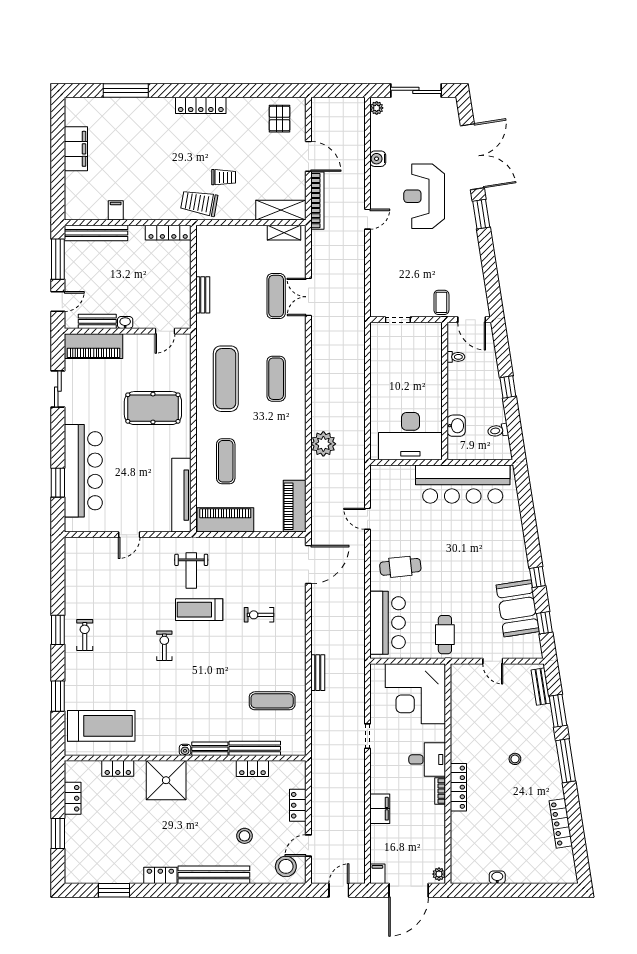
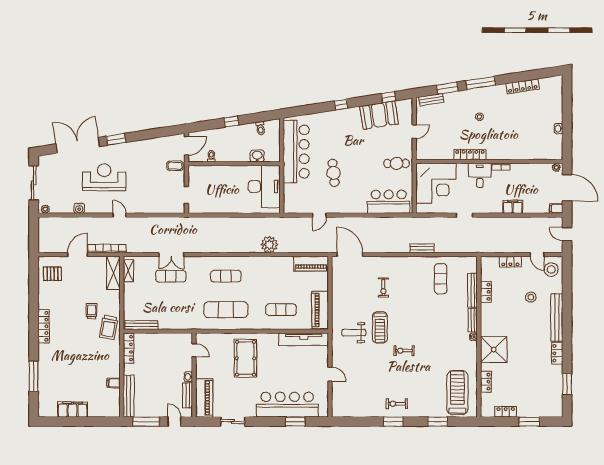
reception desk: (424, 196) -> (104, 177), turned 180
bench: (203, 295) -> (141, 325), moved, width x1.36
cafe table: (400, 567) -> (333, 173), moved
weight bench: (191, 571) -> (354, 333), turned 180
window: (537, 577) -> (341, 104), moved
locker: (458, 787) -> (470, 155), moved

